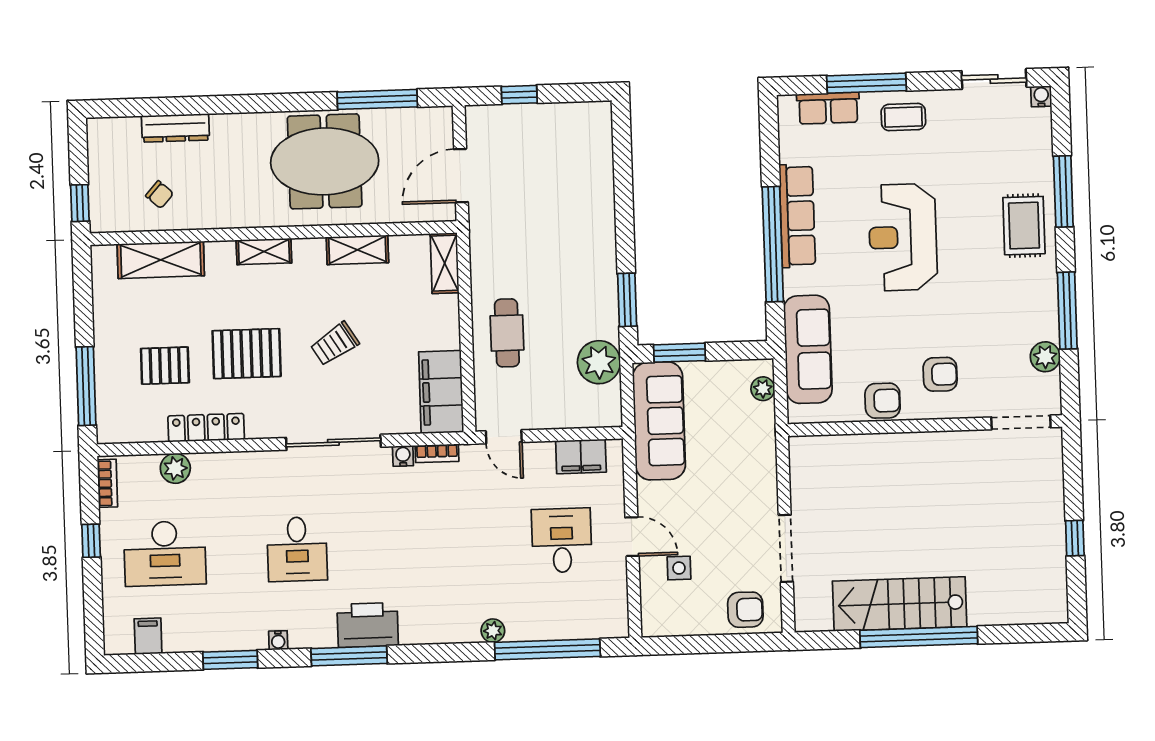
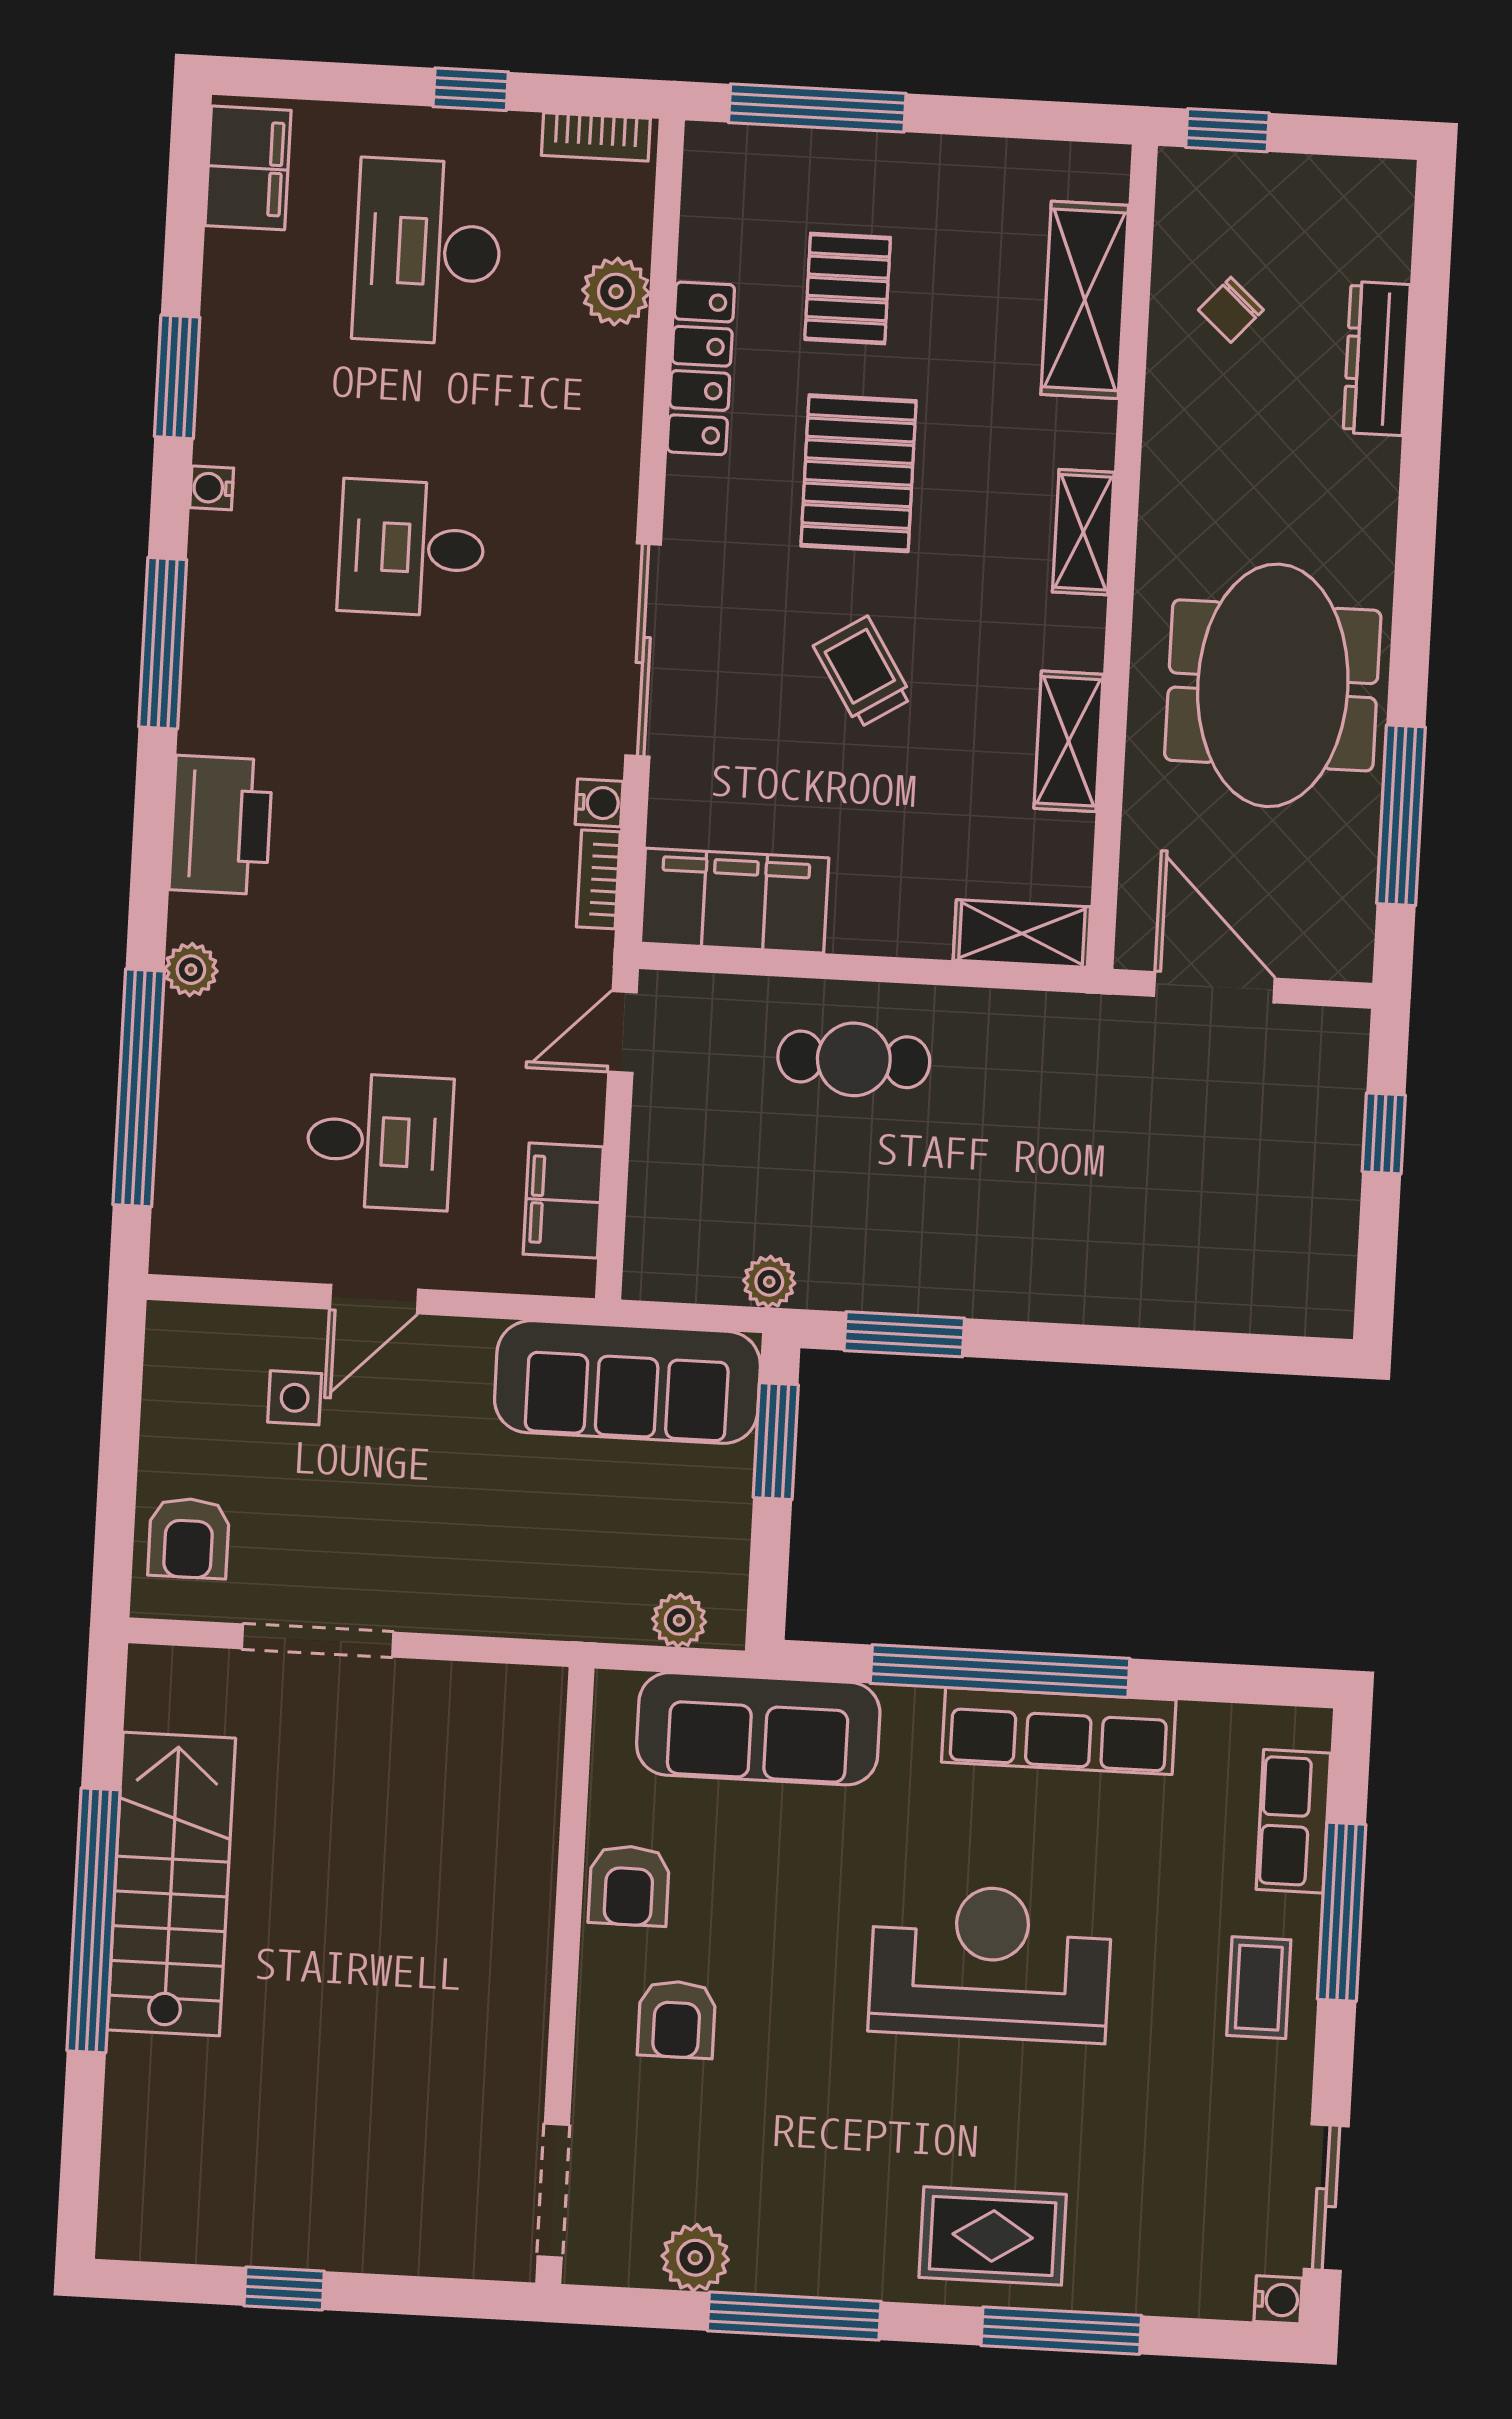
plant: (599, 362) -> (769, 1282), width x0.53, depth x0.53
printer: (368, 625) -> (221, 825), moved
filing cabinet: (148, 636) -> (248, 168), width x2.00

